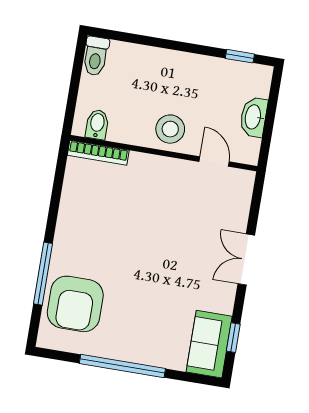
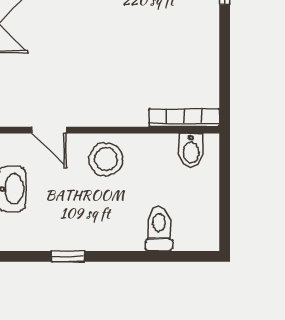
toilet: (96, 56) -> (159, 229), moved
window: (240, 56) -> (68, 256), moved

